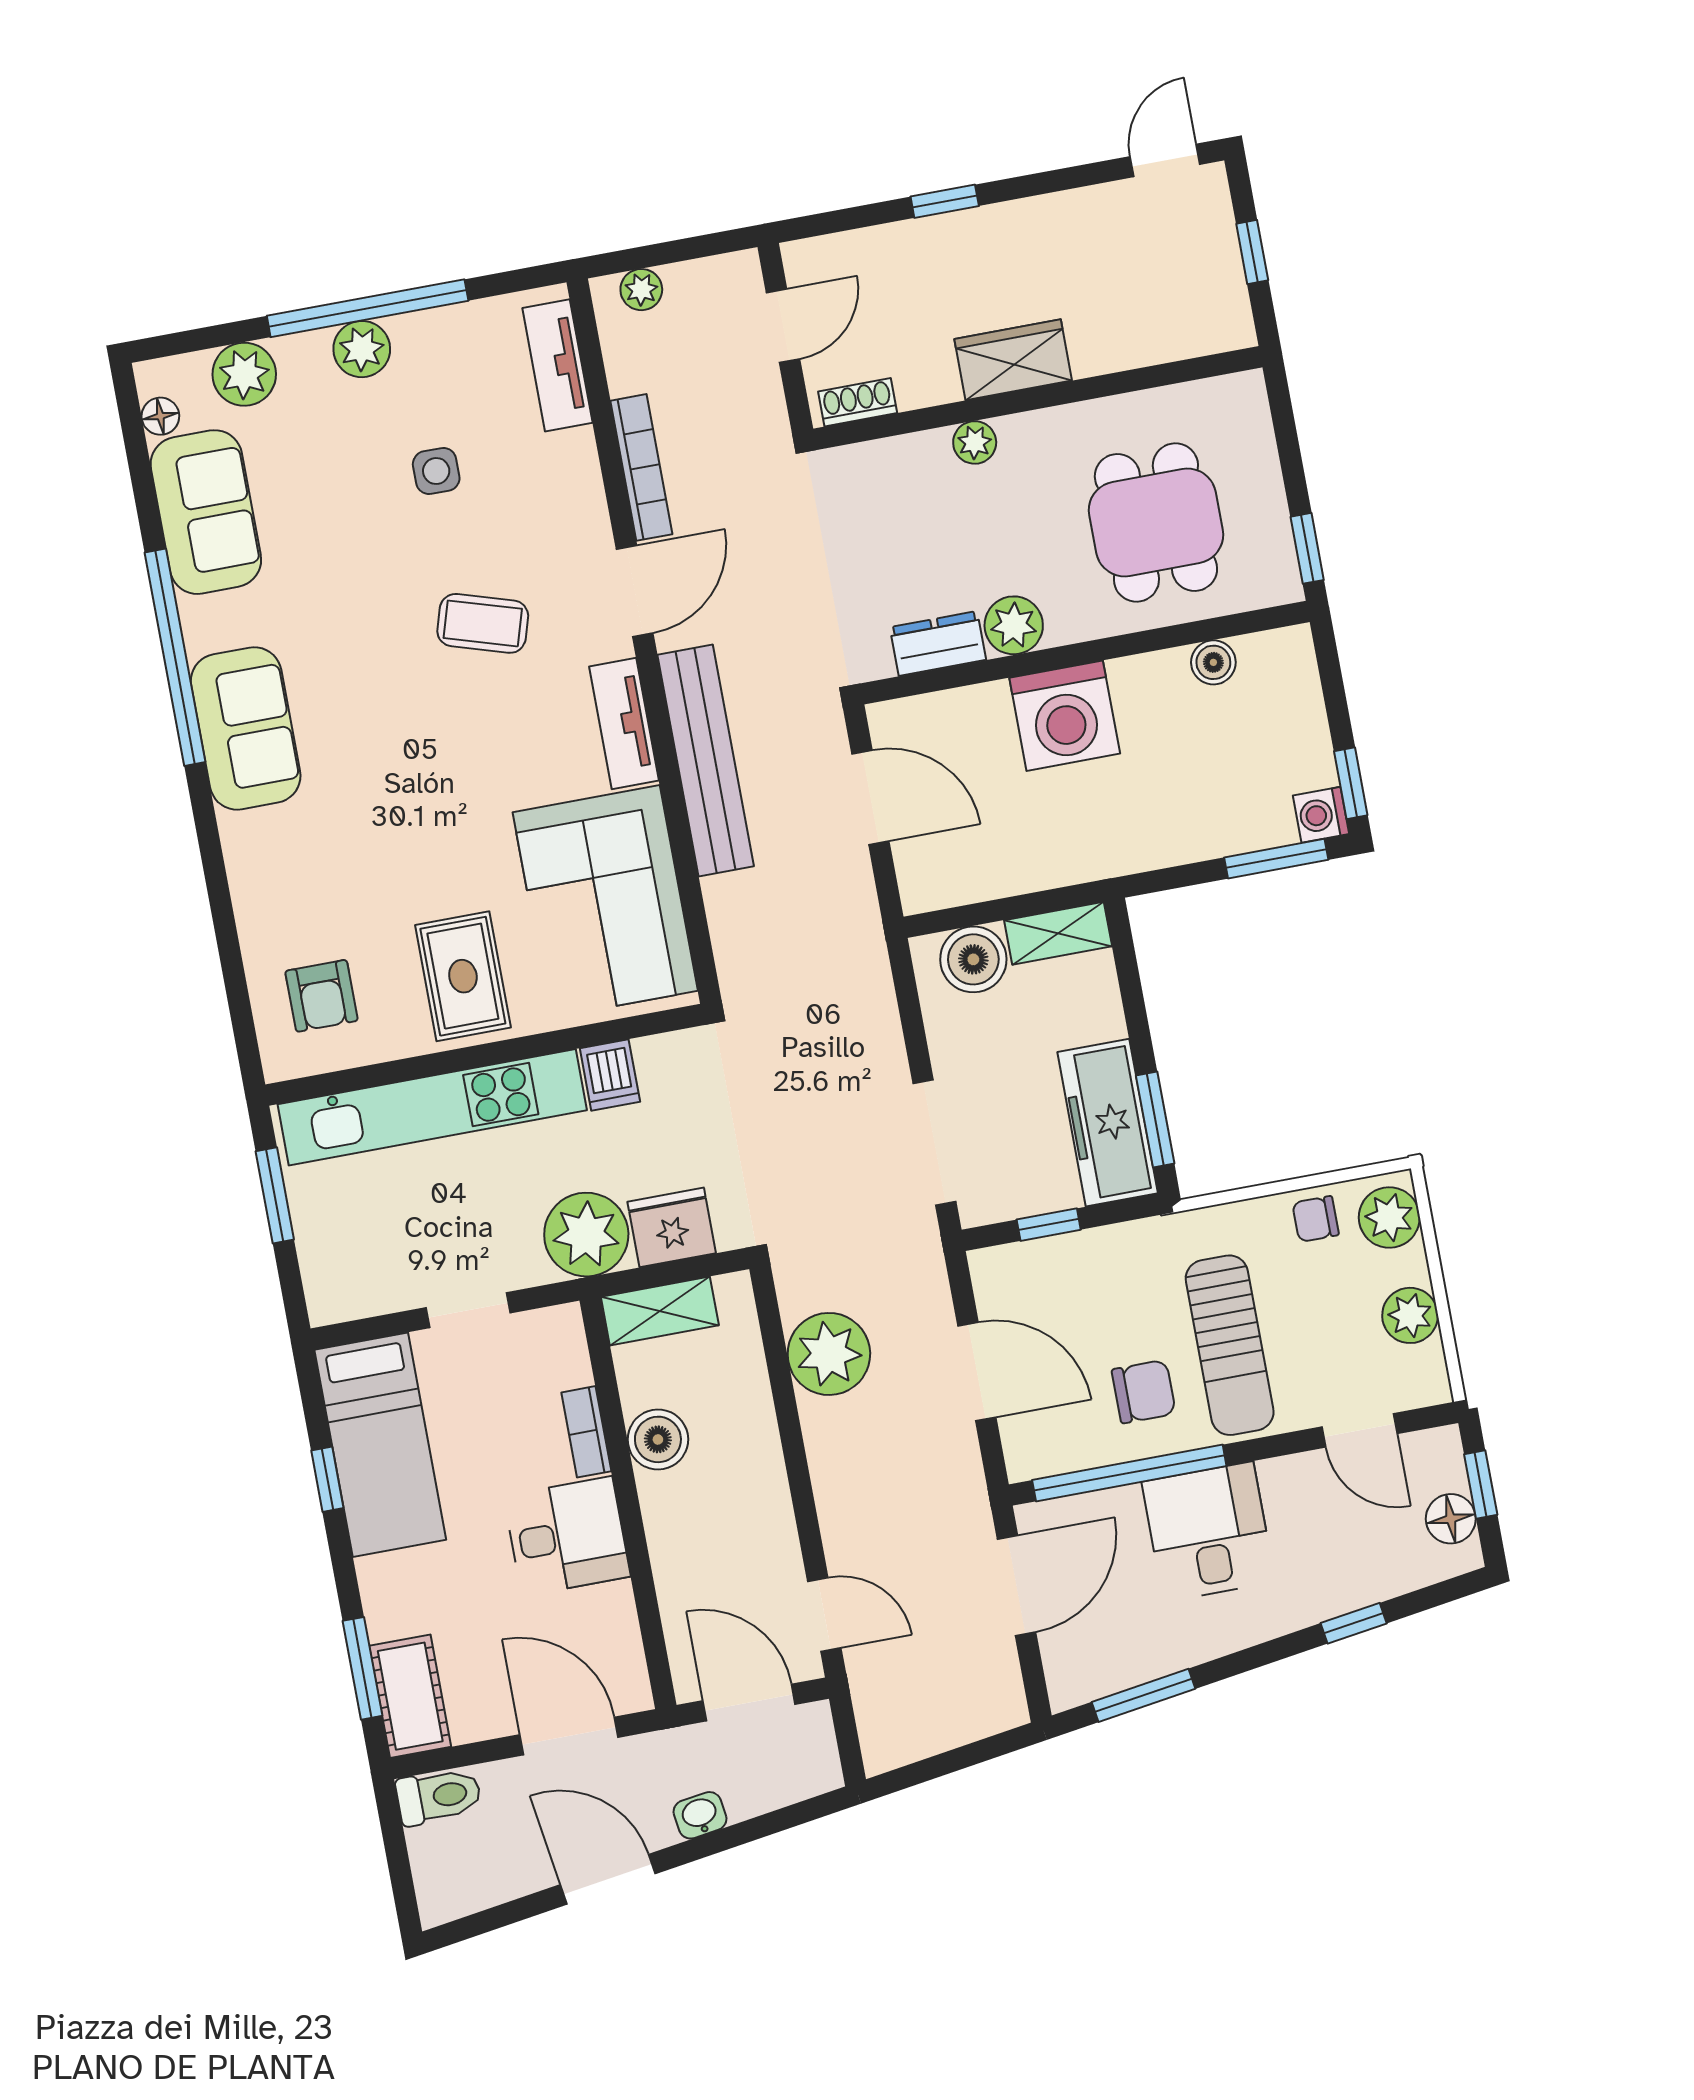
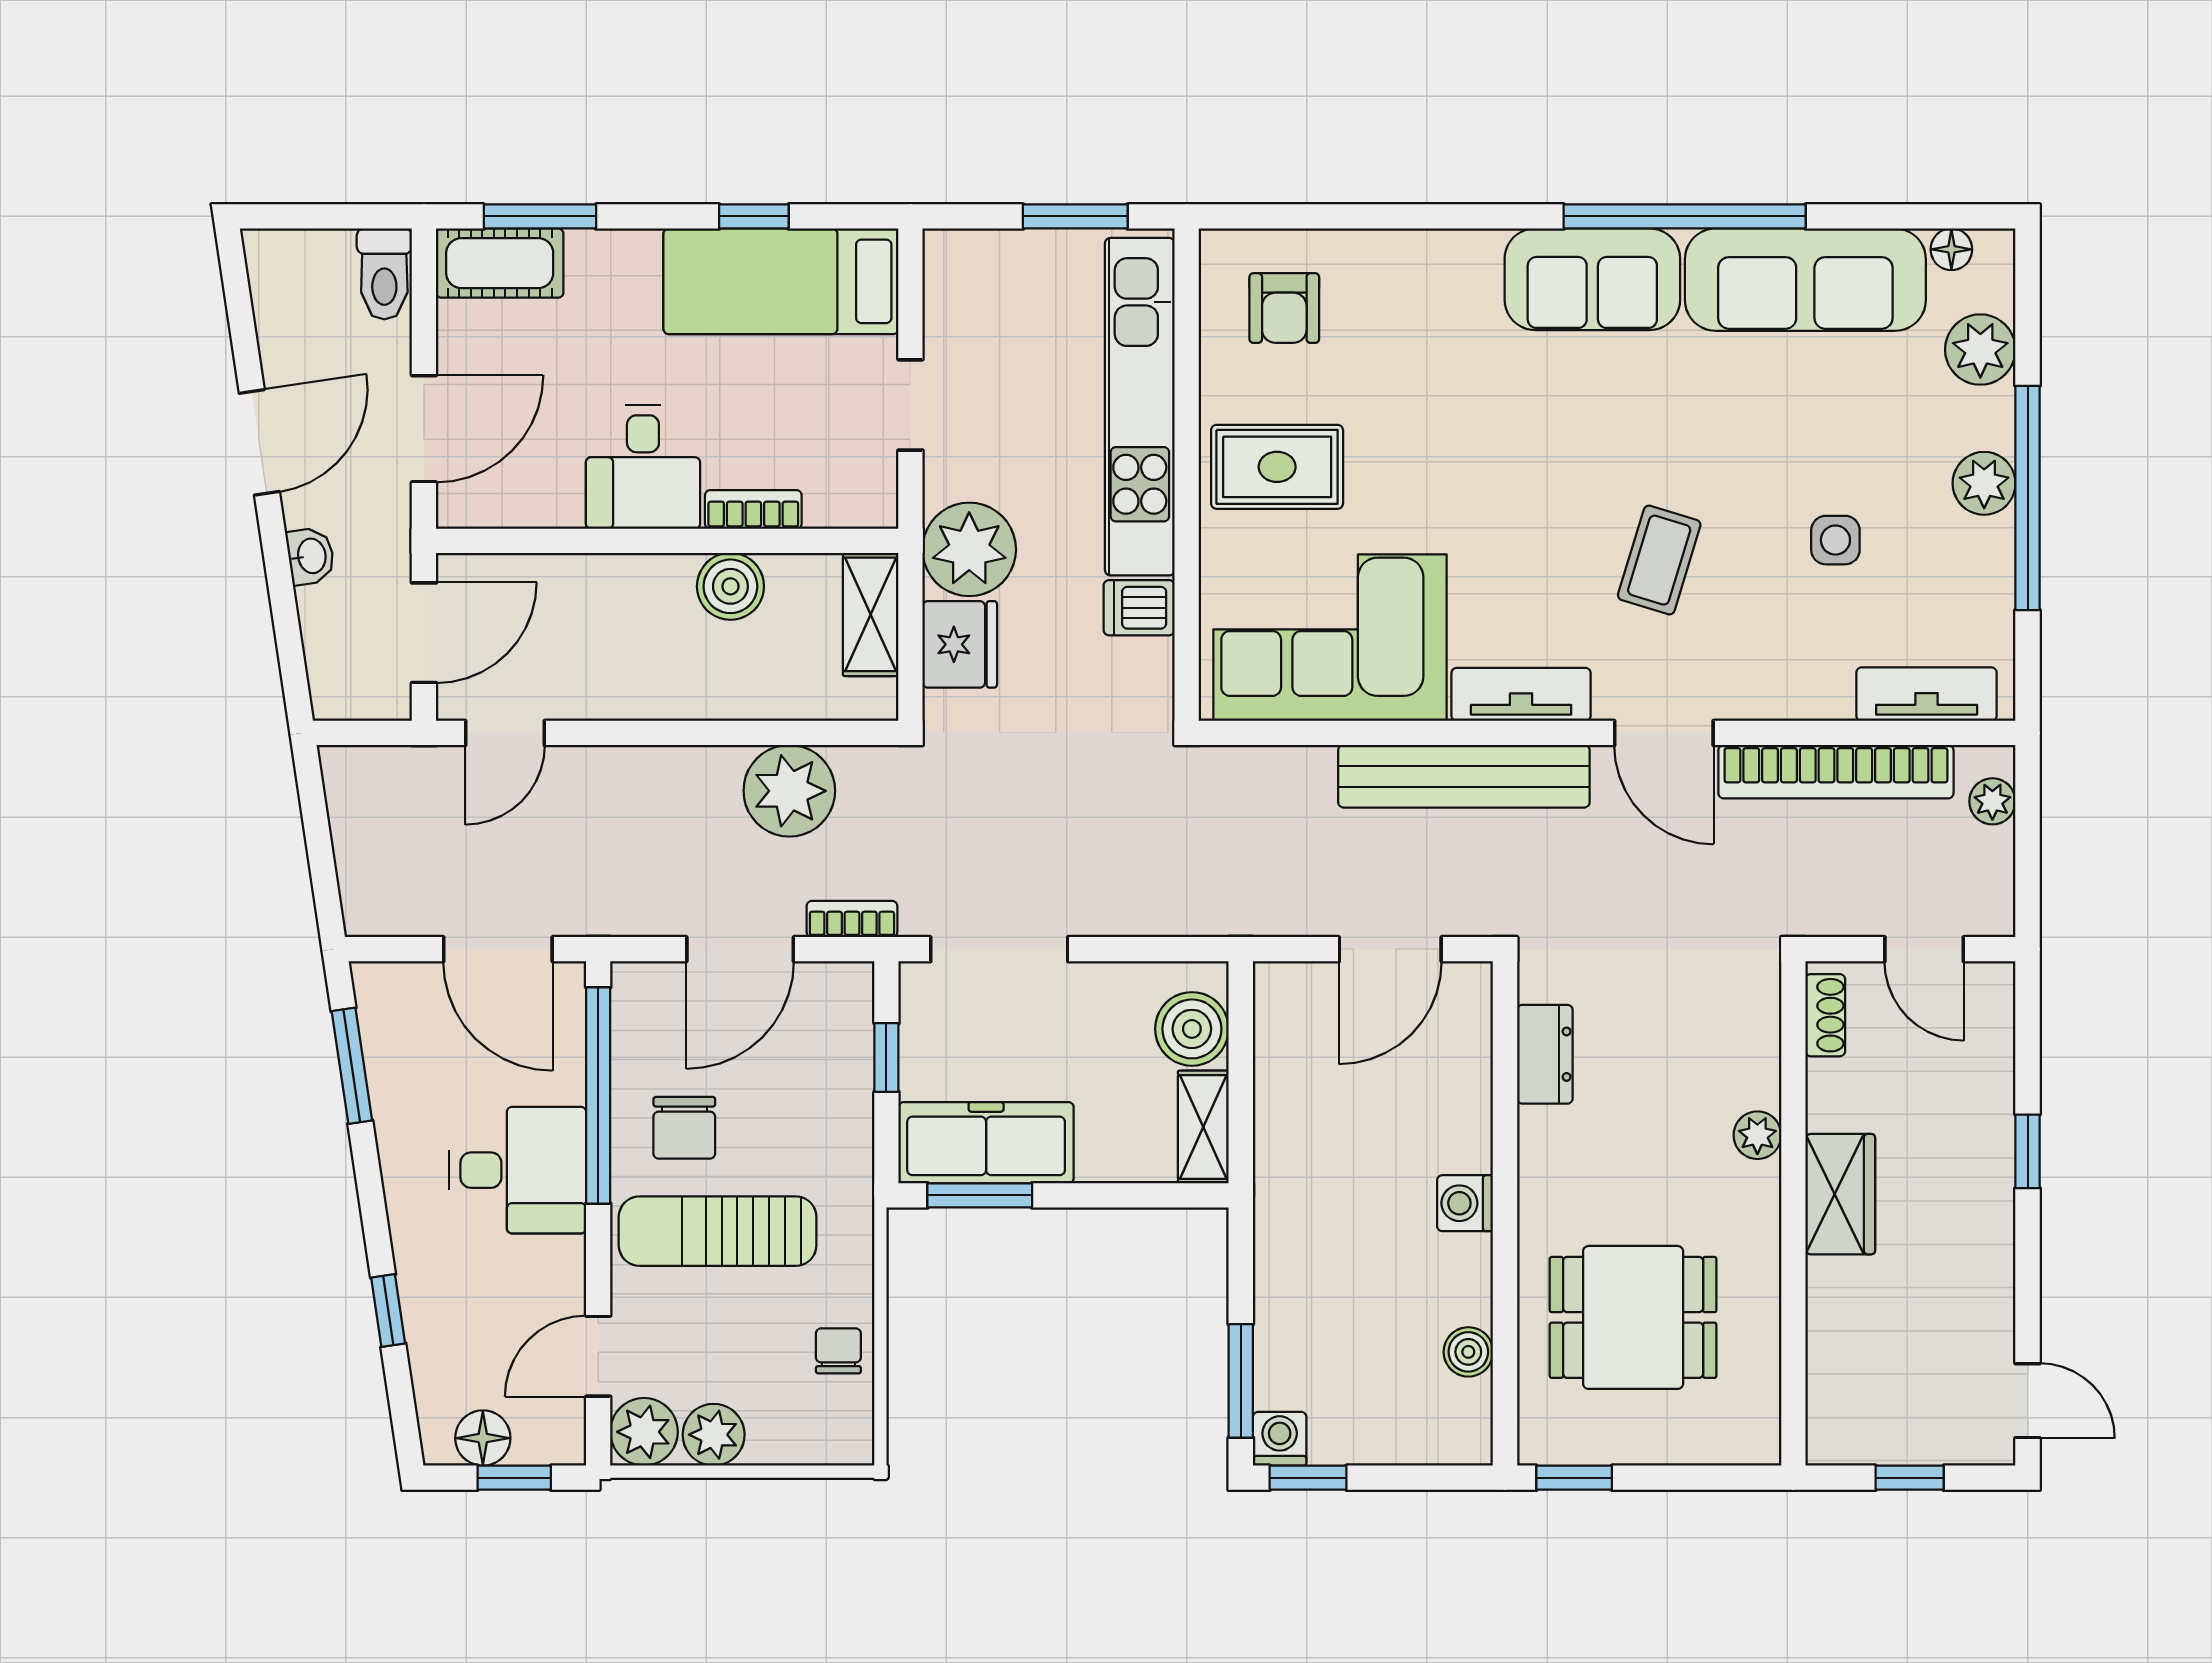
bookcase: (641, 467) -> (1836, 772), width x1.48, depth x1.31
sofa: (206, 512) -> (1805, 280), width x1.36
plant: (1014, 625) -> (1549, 1141), removed
washing machine: (1065, 716) -> (1465, 1203), width x0.53, depth x0.53
armchair: (321, 996) -> (1284, 308), turned -90
plant: (1389, 1217) -> (644, 1432), moved
bookcase: (932, 1278) -> (852, 919), added

